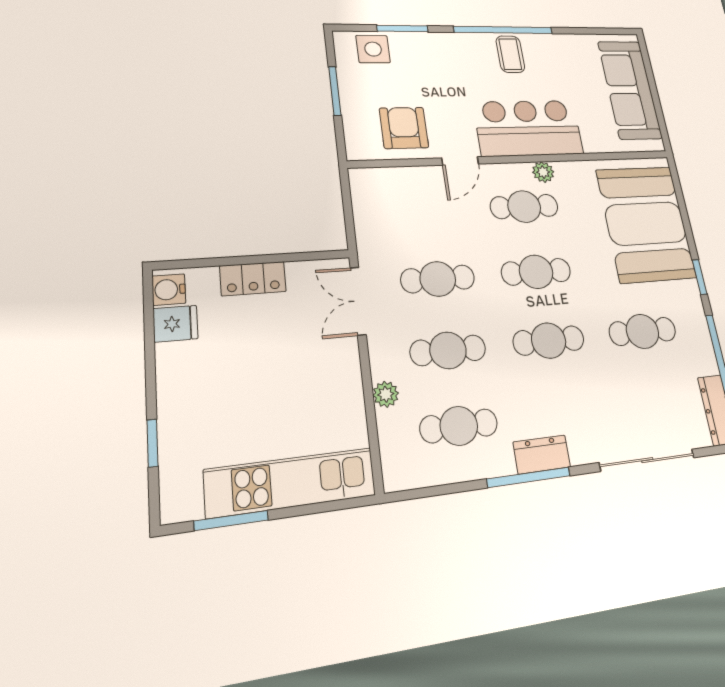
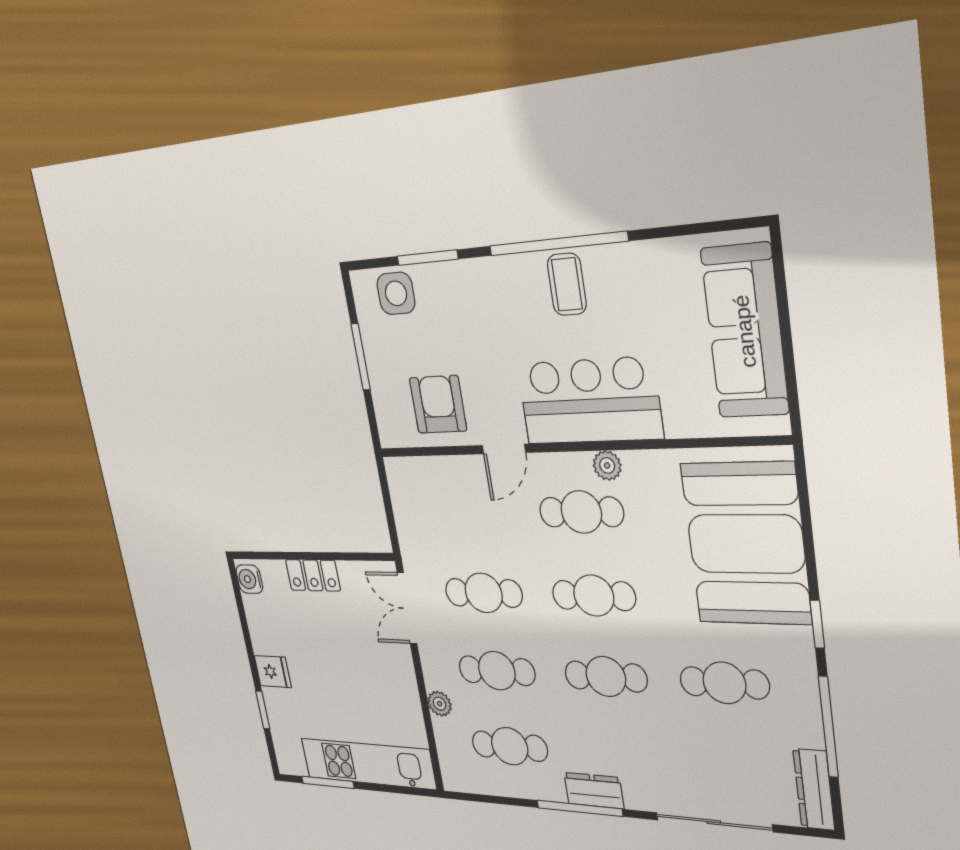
fridge: (175, 324) -> (273, 672), moved

